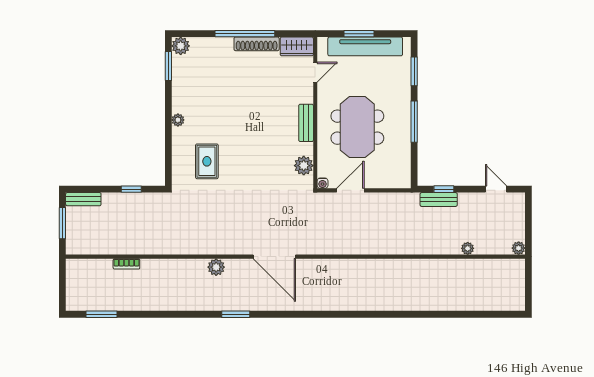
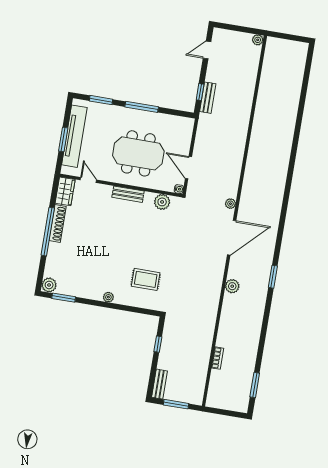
plant: (468, 248) -> (230, 204), moved

